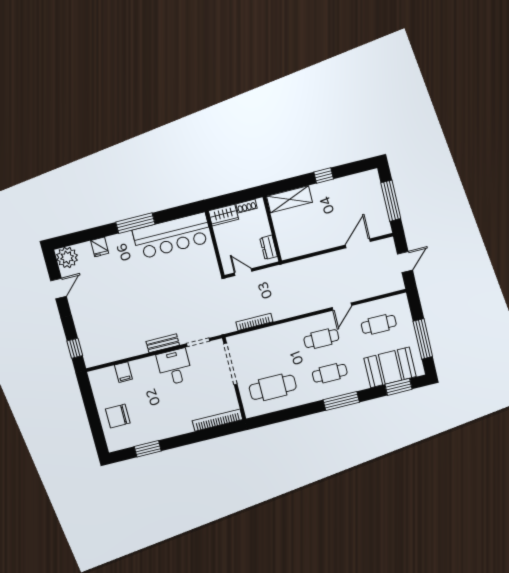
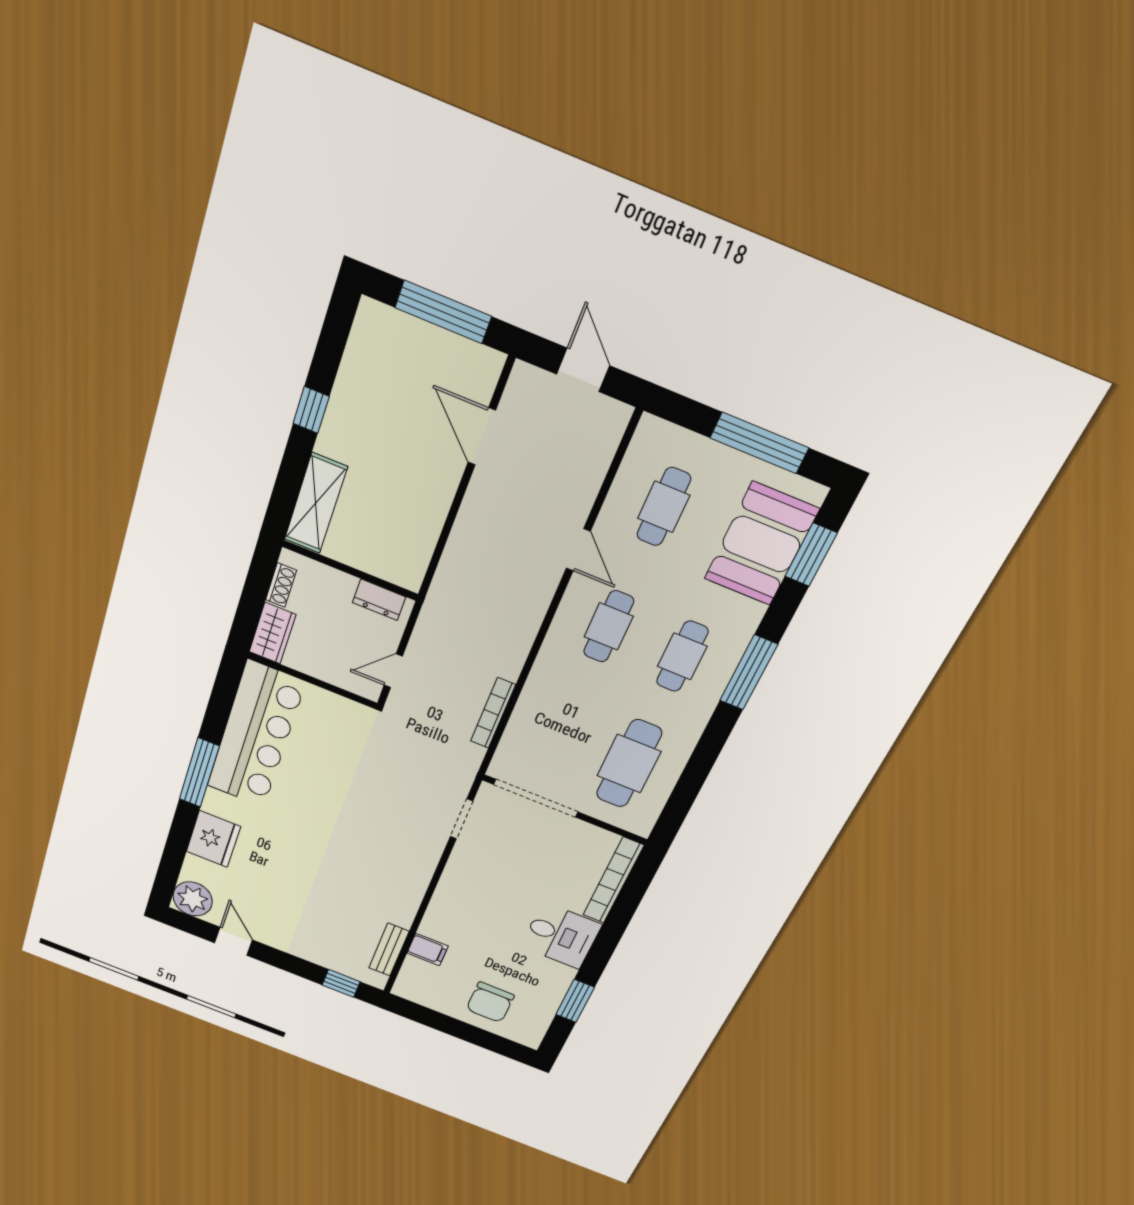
fridge: (100, 247) -> (213, 839), width x1.88, depth x1.34
bench: (163, 343) -> (389, 950), moved
desk: (175, 367) -> (561, 936), moved, turned 180

